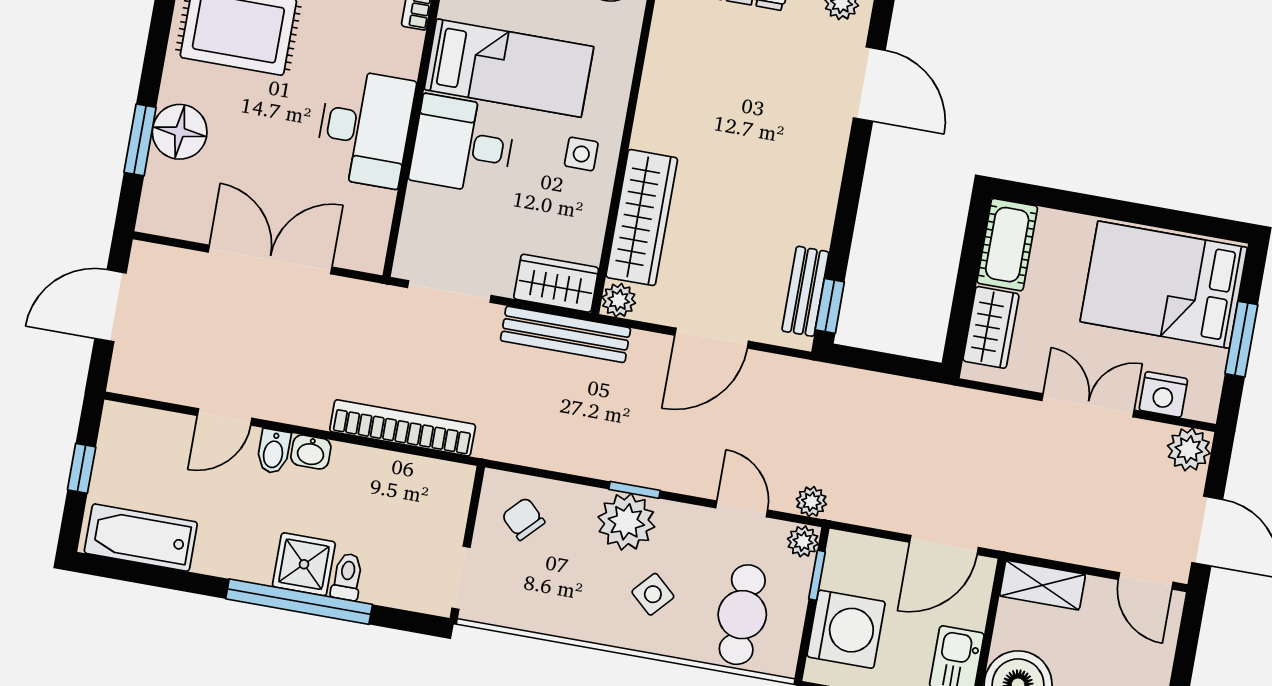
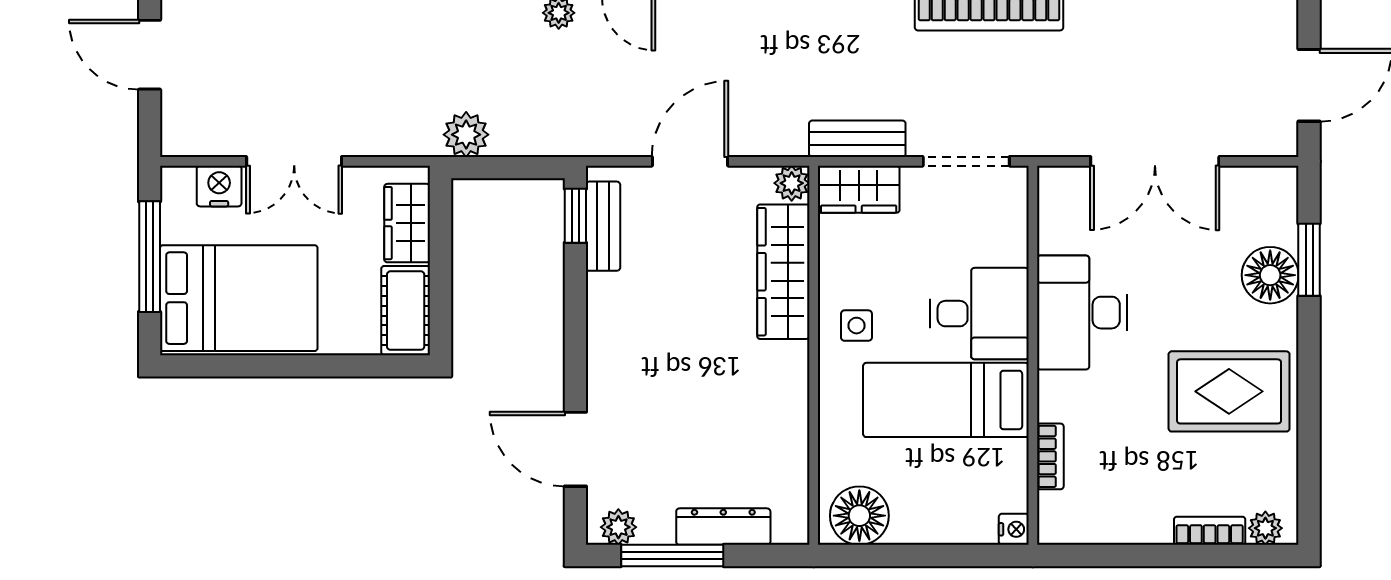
bench: (566, 334) -> (857, 139), width x0.73
window: (1241, 339) -> (150, 257), width x1.44
plant: (1189, 449) -> (466, 135), moved

